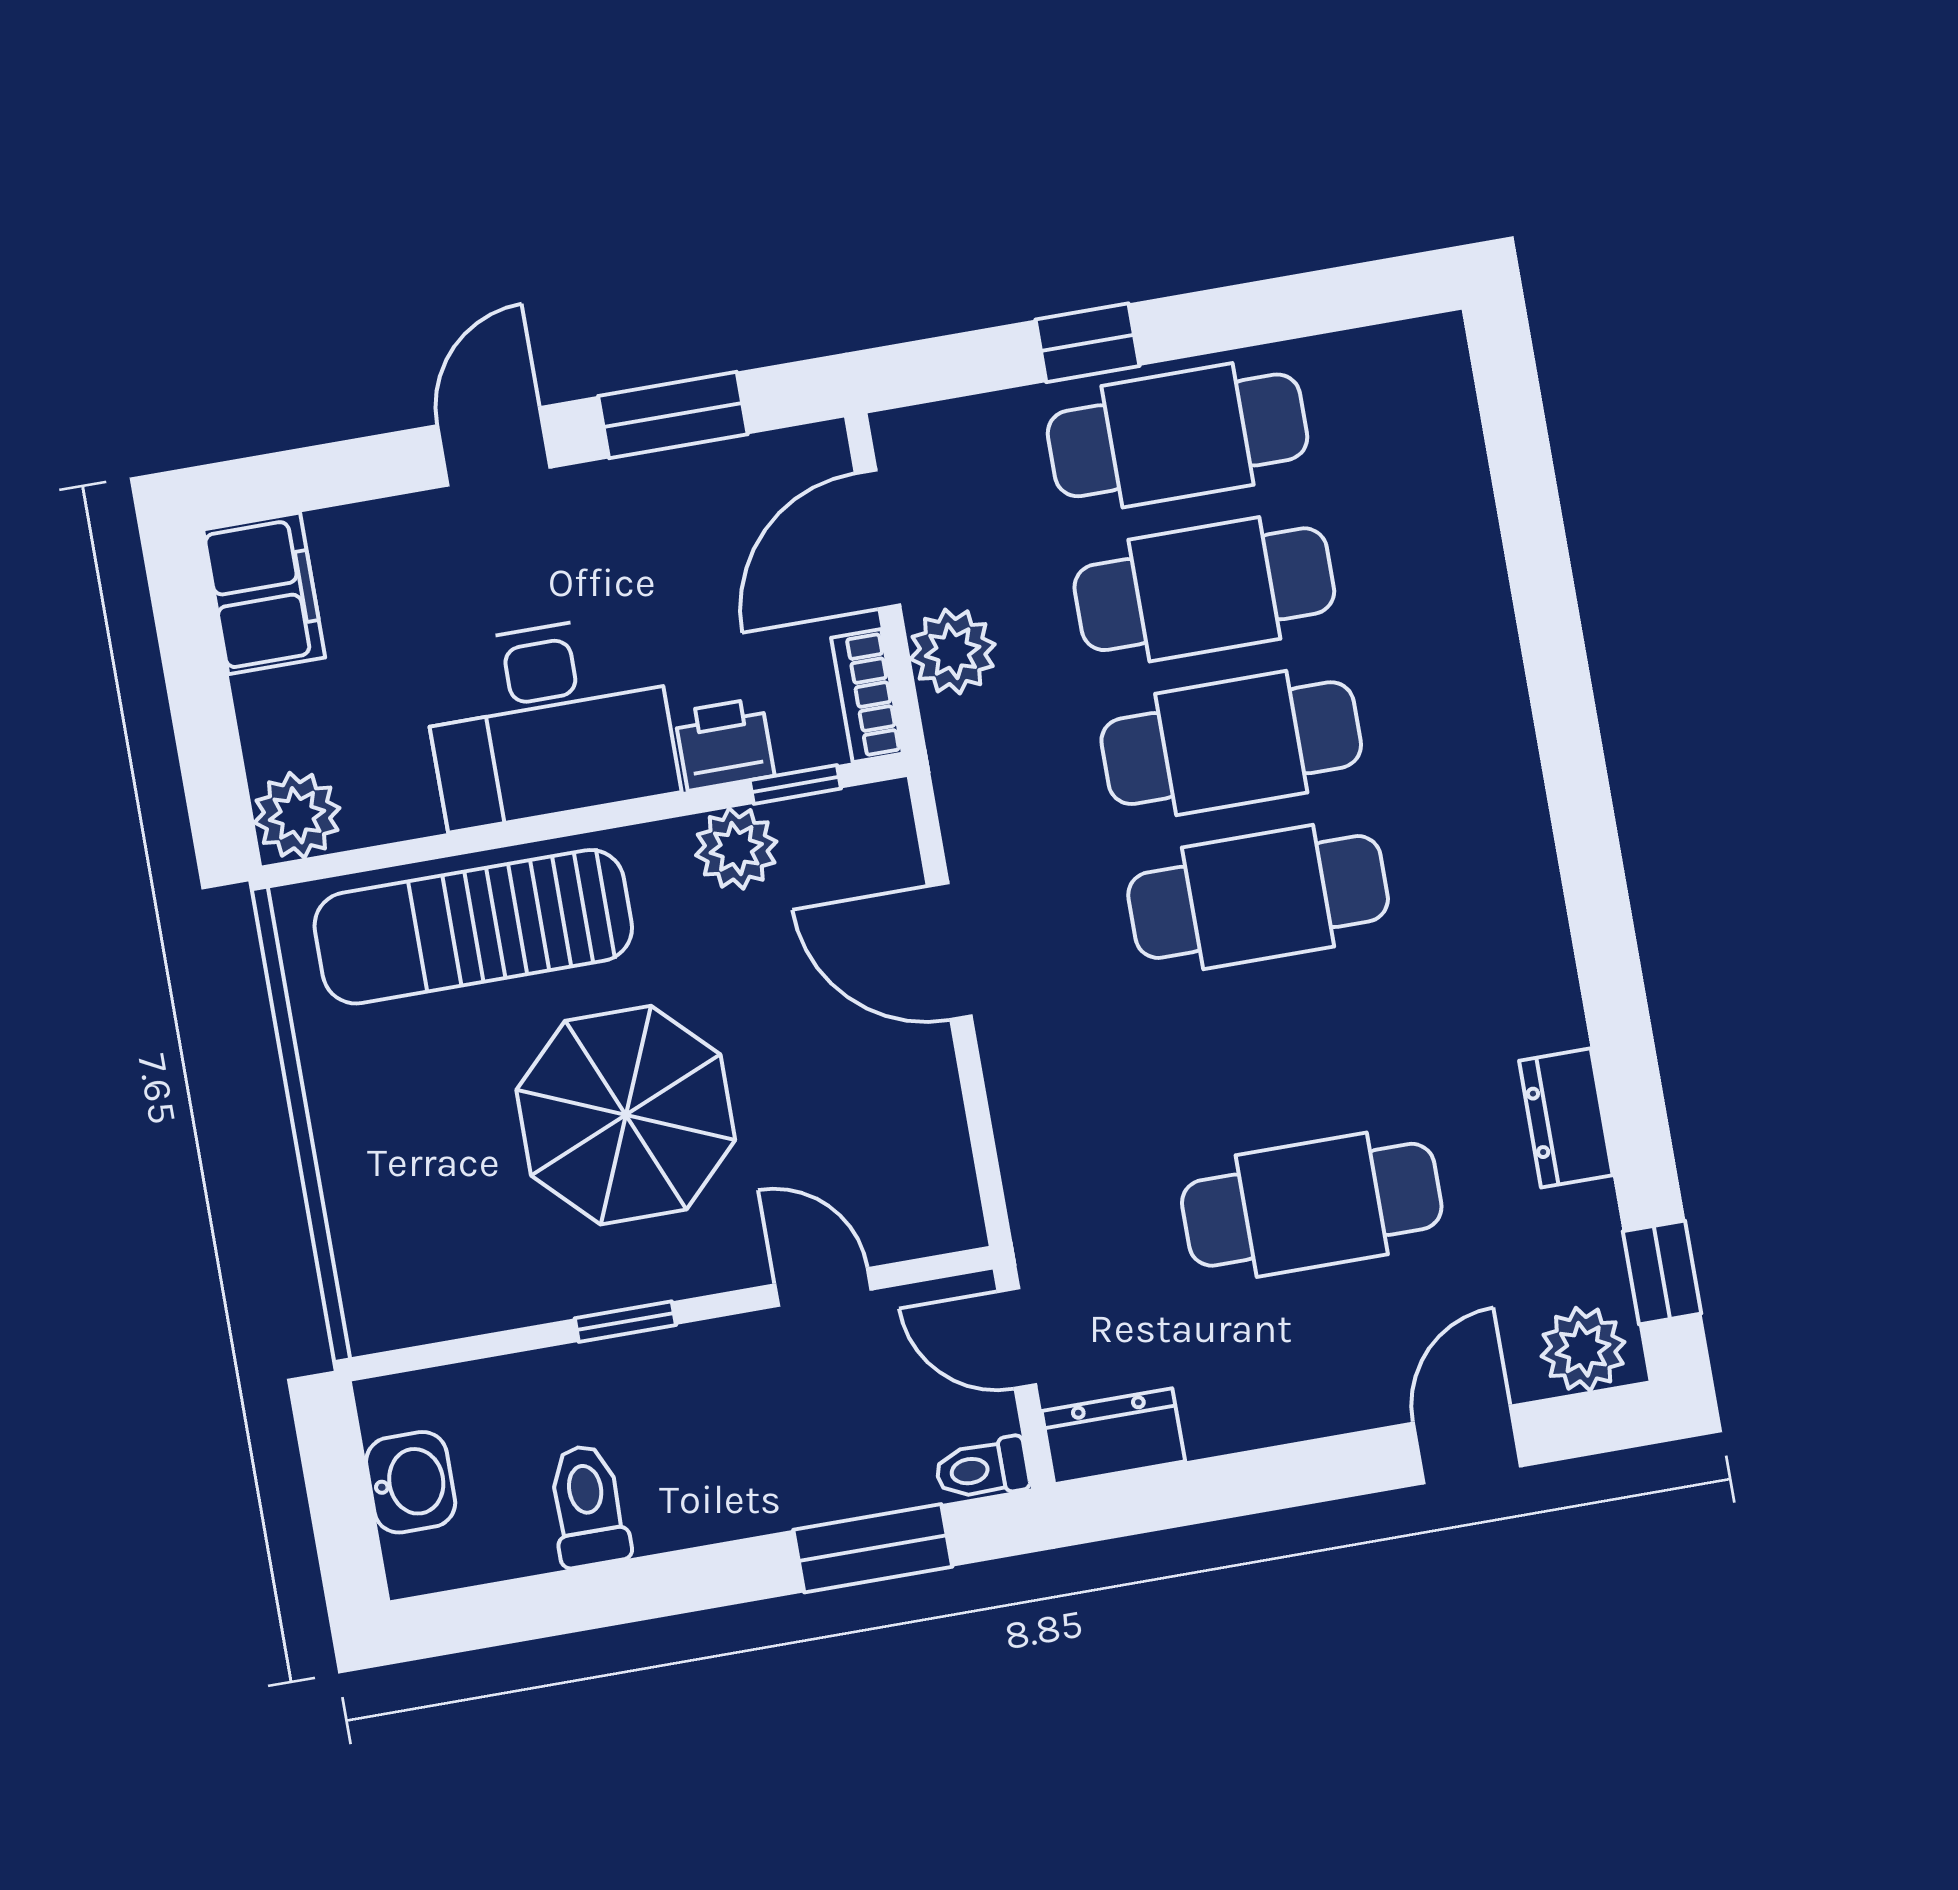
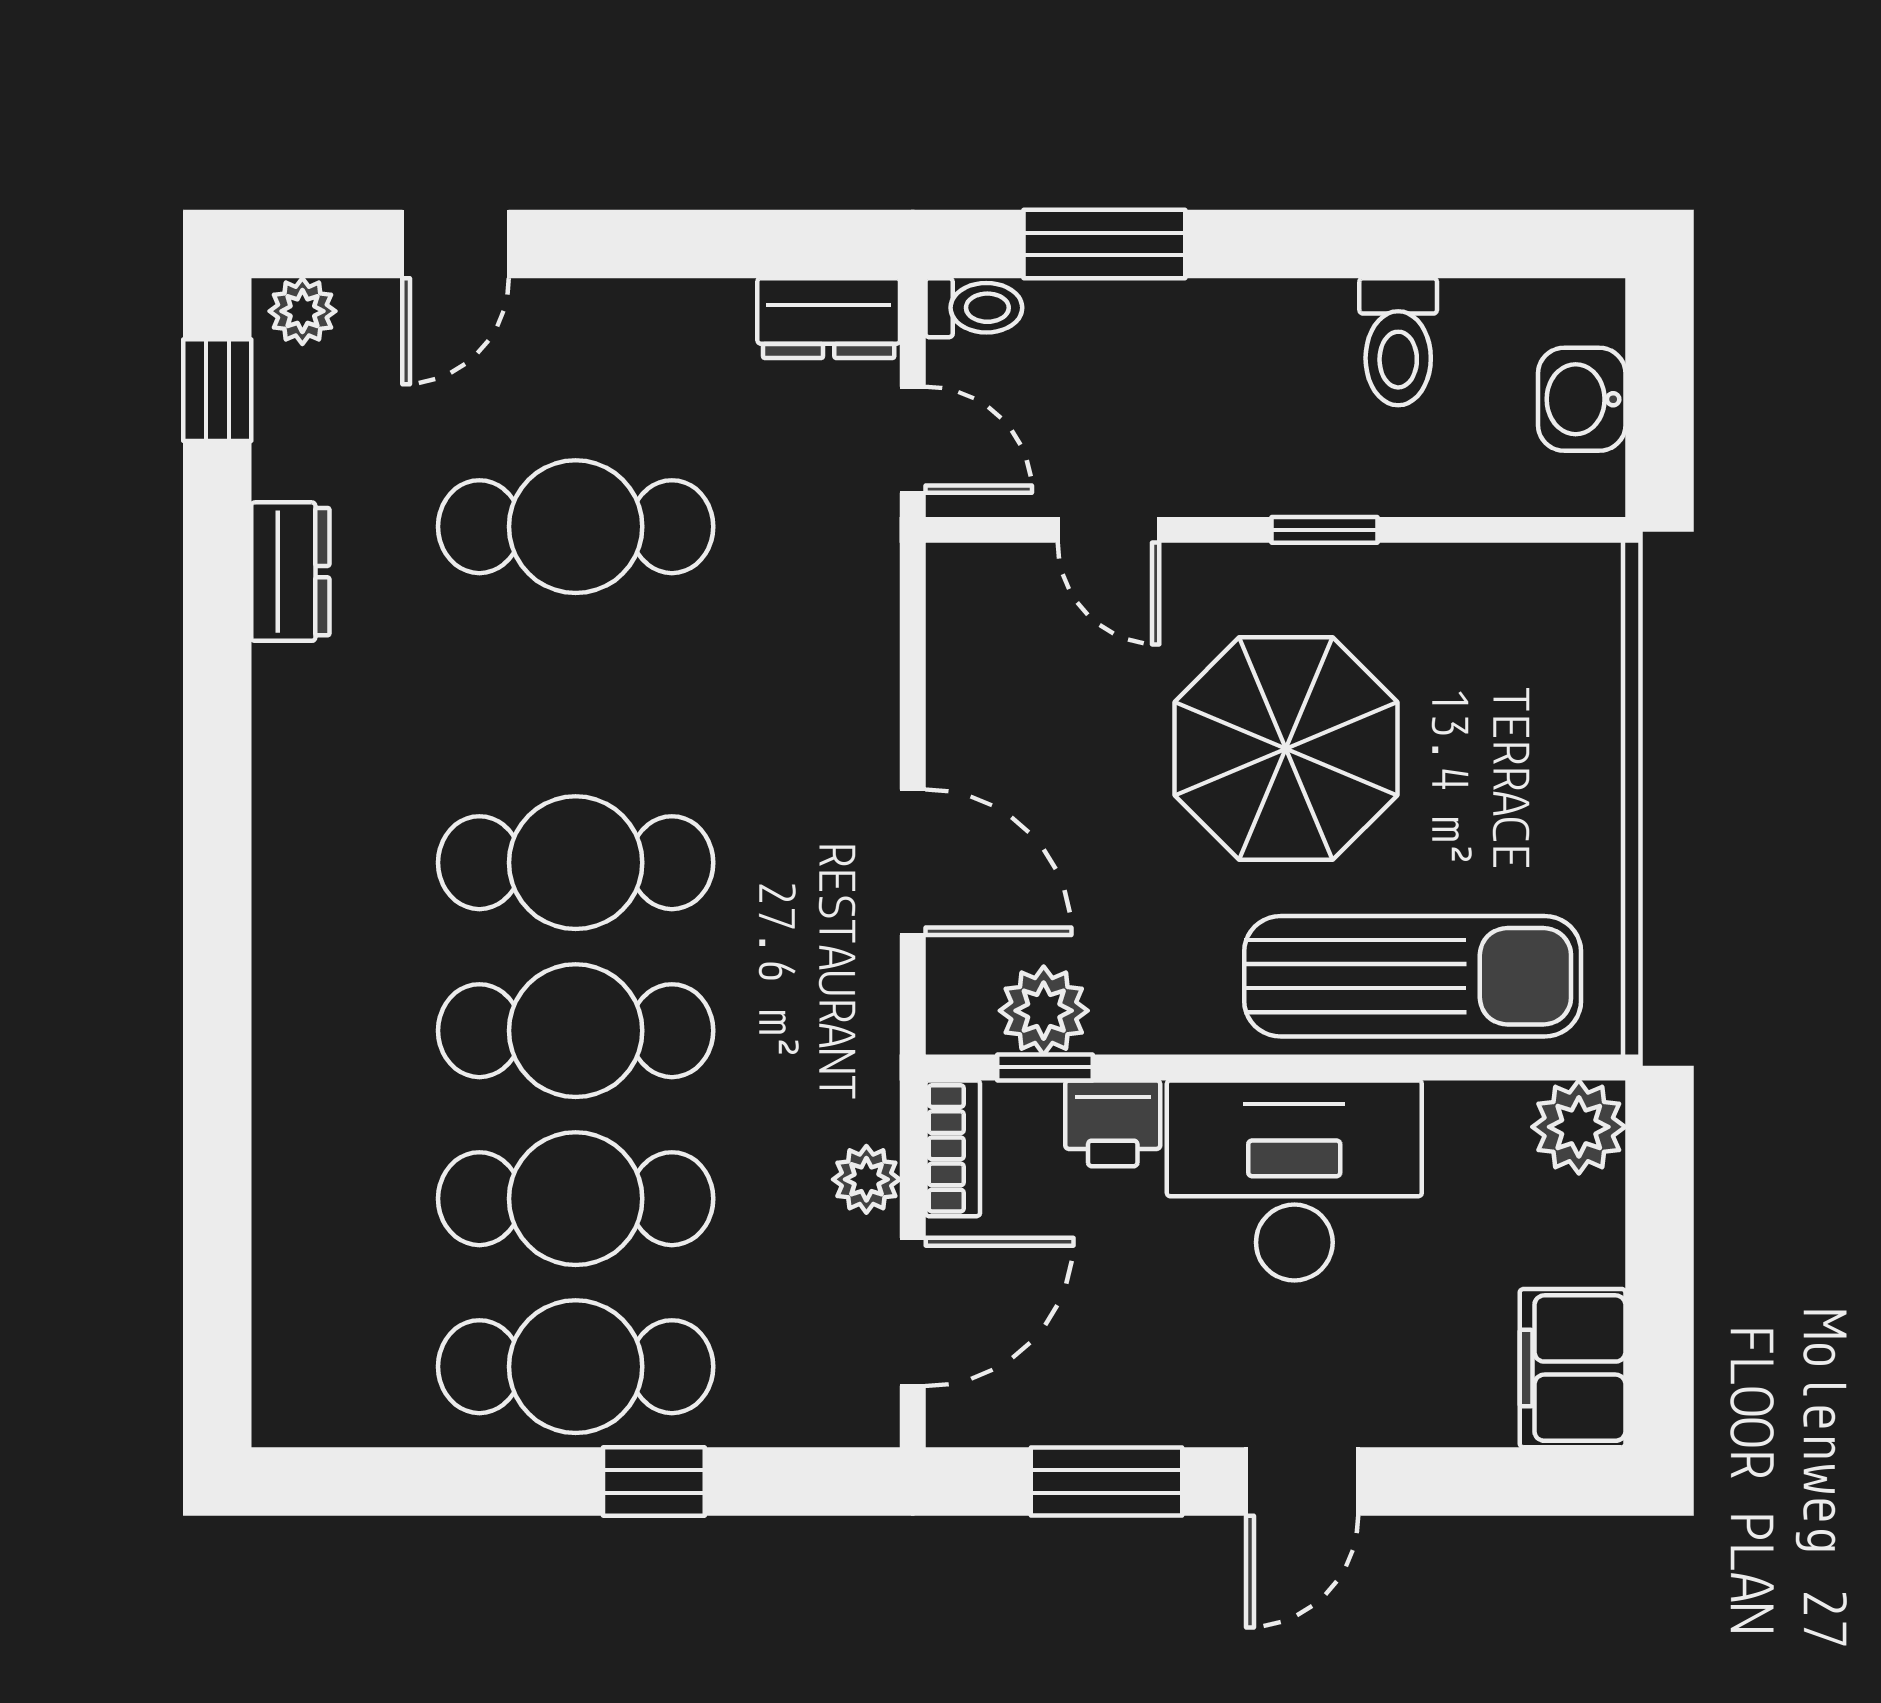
plant: (953, 651) -> (866, 1179), width x0.73, depth x0.73
plant: (736, 848) -> (1044, 1011), moved
plant: (1583, 1349) -> (302, 311), width x0.73, depth x0.73

